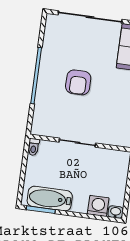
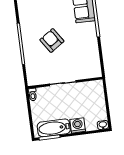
armchair: (78, 82) -> (52, 40), turned 146
washing machine: (98, 206) -> (78, 125), moved

